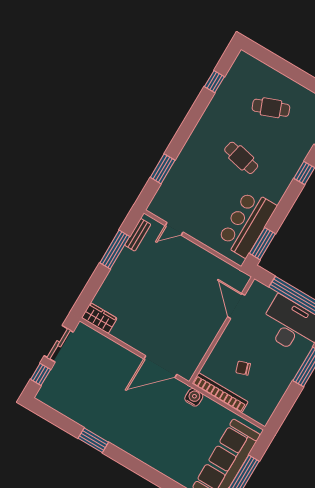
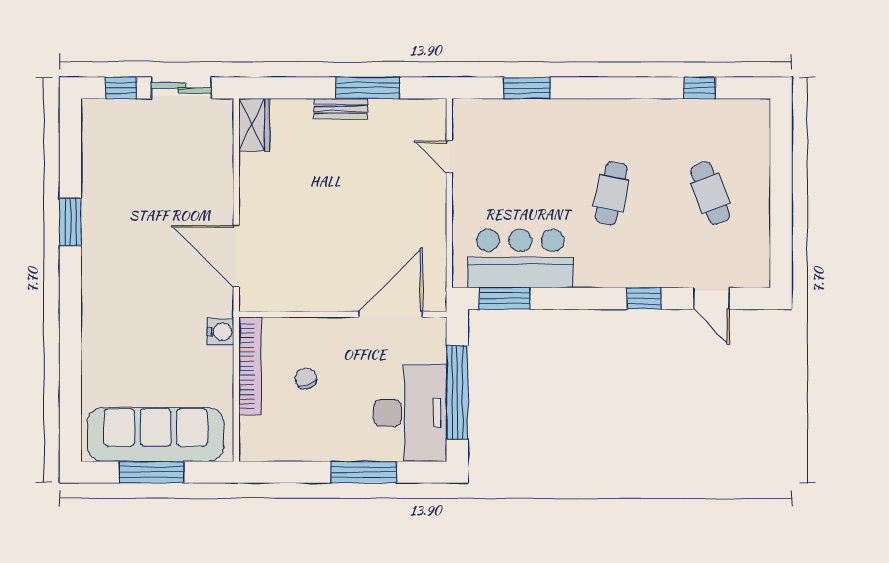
bench: (138, 235) -> (341, 109), moved
door: (236, 306) -> (391, 314), width x1.36

